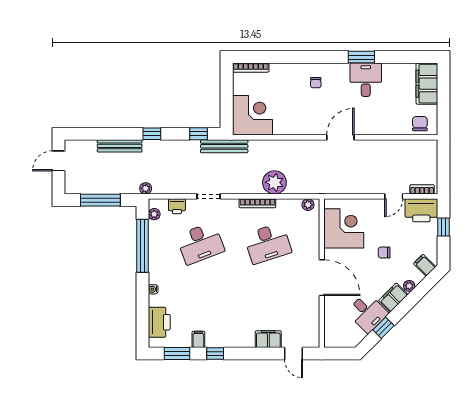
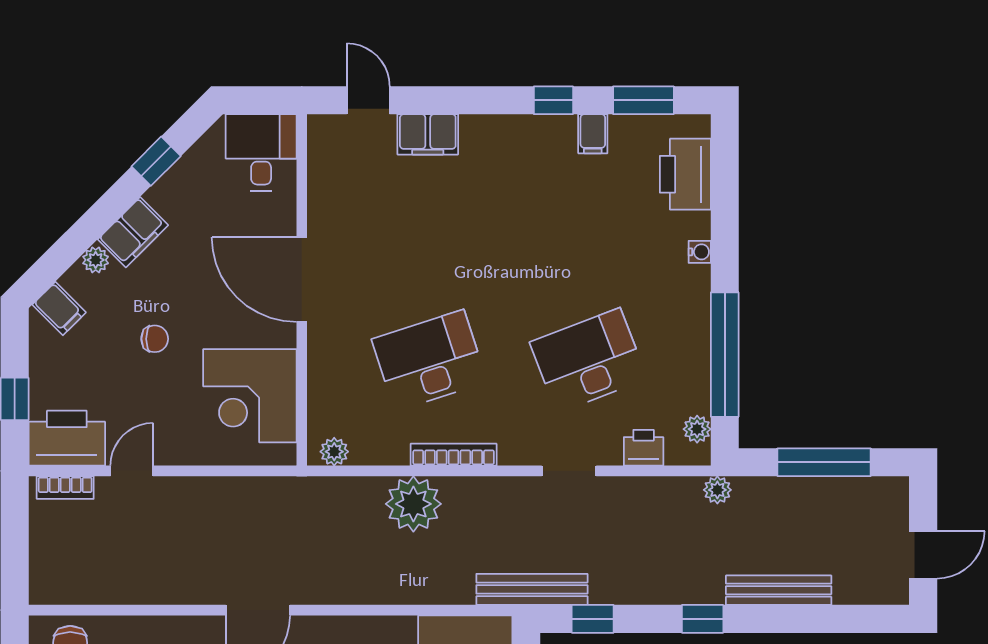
desk: (367, 313) -> (261, 152), moved, turned 45

